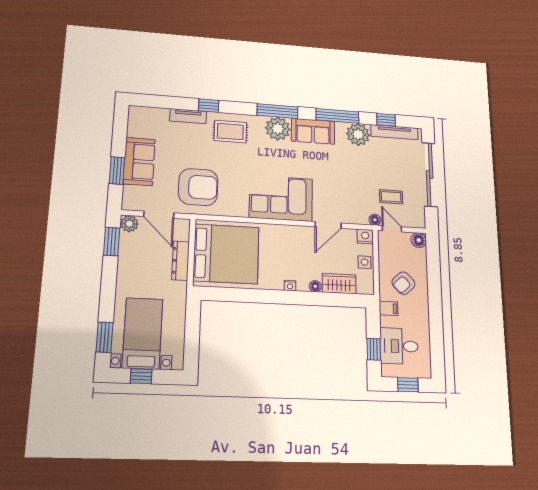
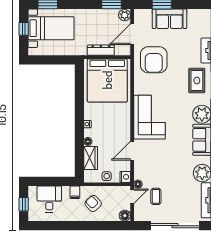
door: (328, 225) -> (132, 151), hinge flipped
window: (374, 349) -> (46, 181), removed

